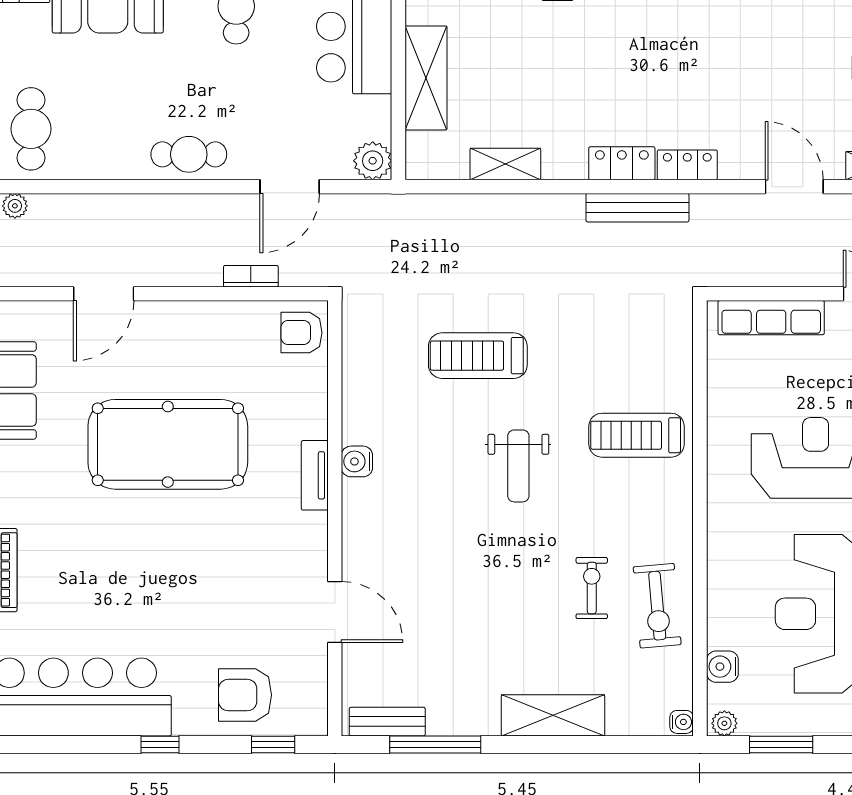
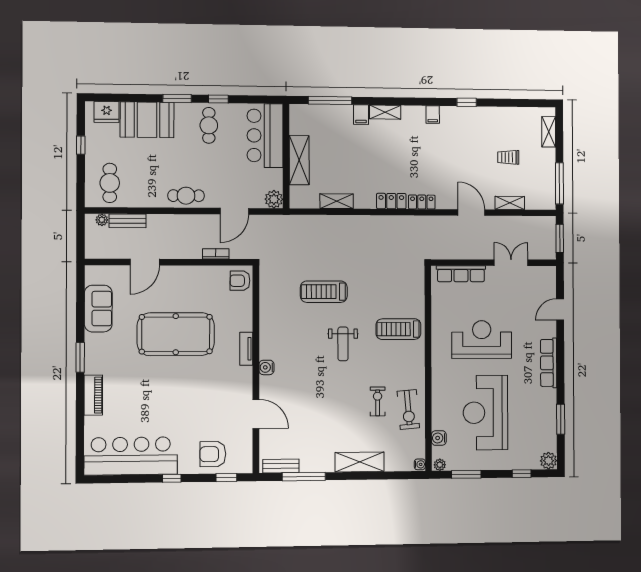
bench: (637, 208) -> (128, 221), moved, width x0.73
water cooler: (357, 461) -> (266, 367), moved

